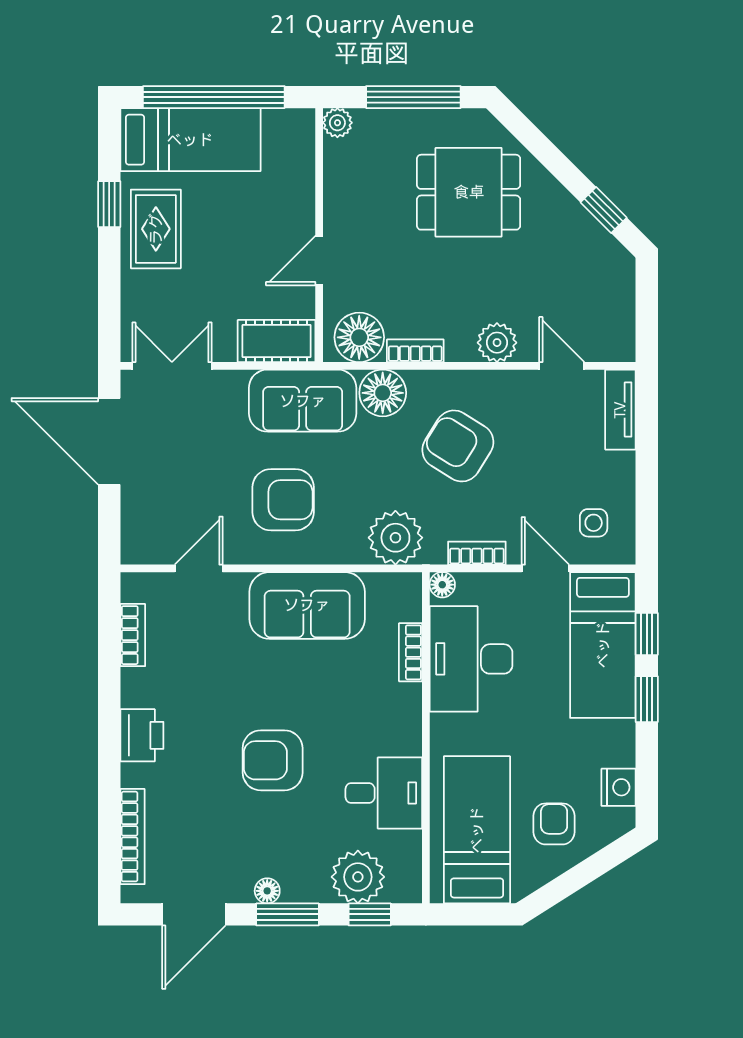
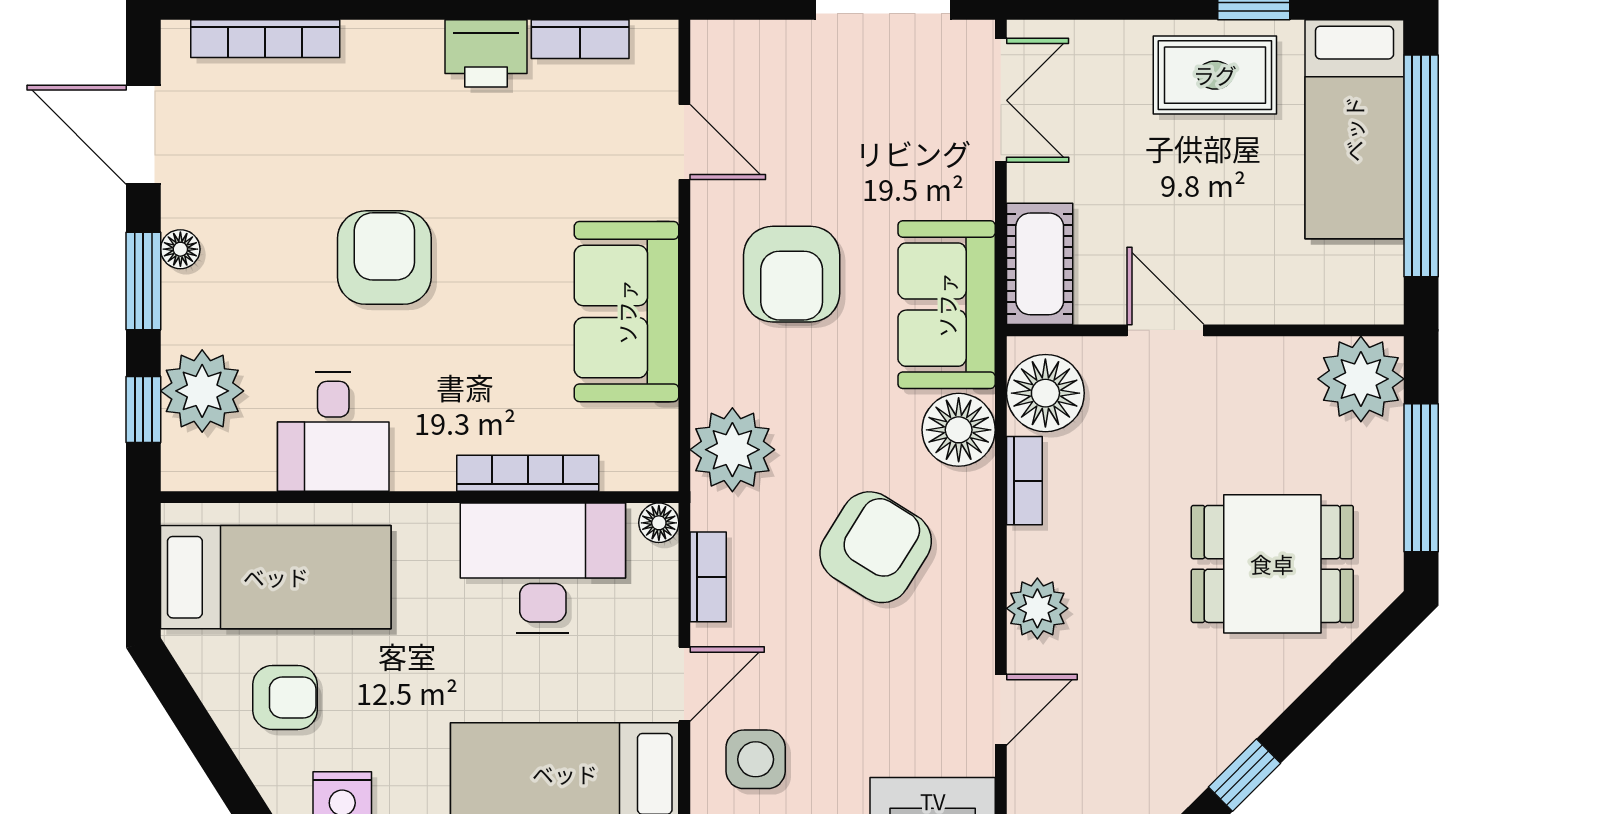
plant: (337, 123) -> (1361, 379), width x1.88, depth x1.88
dining table: (469, 192) -> (1272, 564), turned 90
side table: (594, 523) -> (756, 759), width x1.37, depth x1.37
bookcase: (411, 652) -> (528, 473), width x1.56
printer: (142, 735) -> (486, 53), moved

